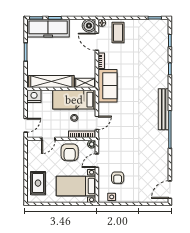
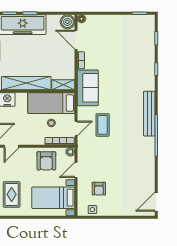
coffee table: (118, 33) -> (103, 125), moved
door: (48, 139) -> (11, 146), moved

